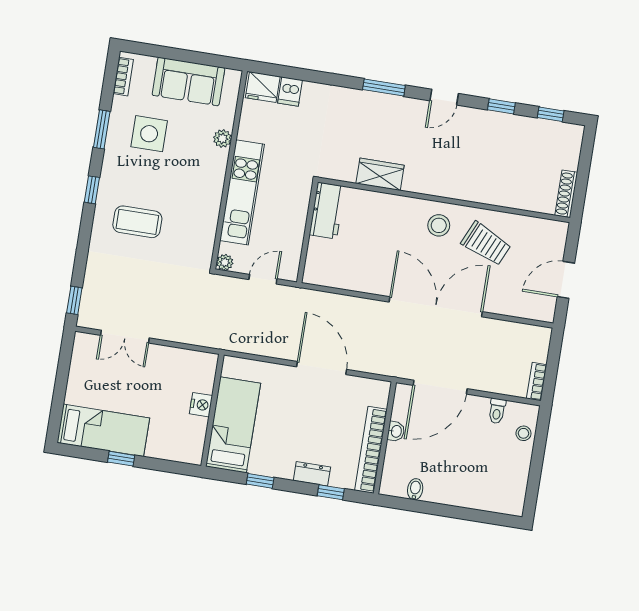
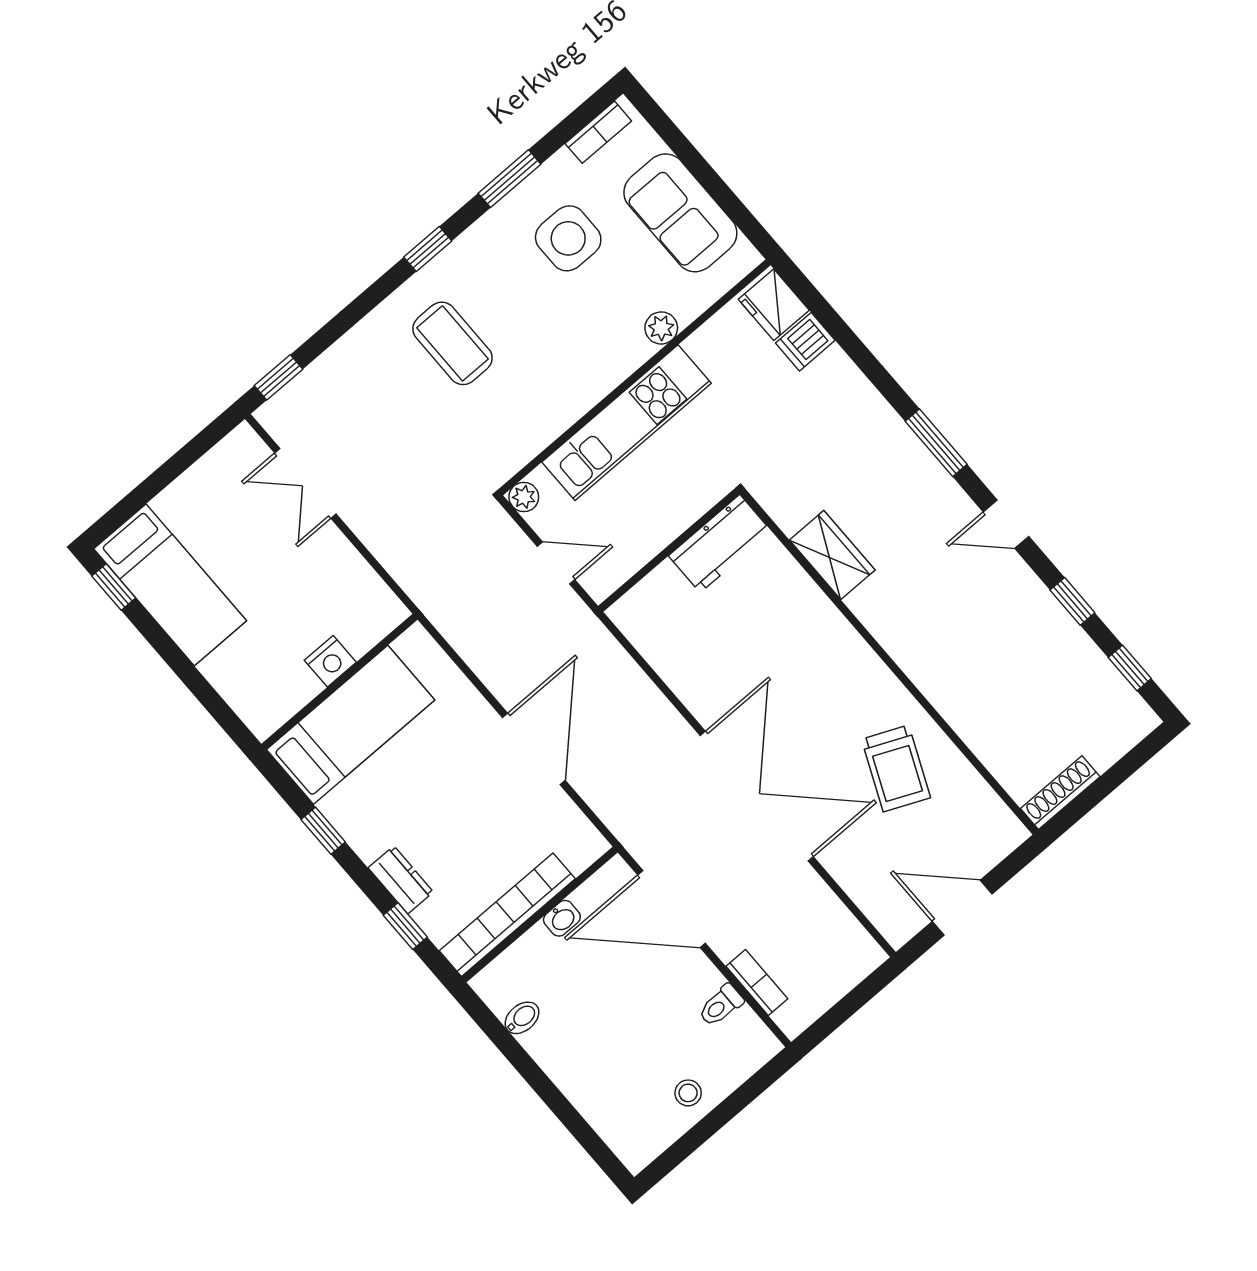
stool: (439, 225) -> (853, 690), removed
bookcase: (537, 382) -> (757, 982), moved, turned 90
stool: (523, 433) -> (688, 1093), moved
window: (121, 459) -> (114, 587), moved

